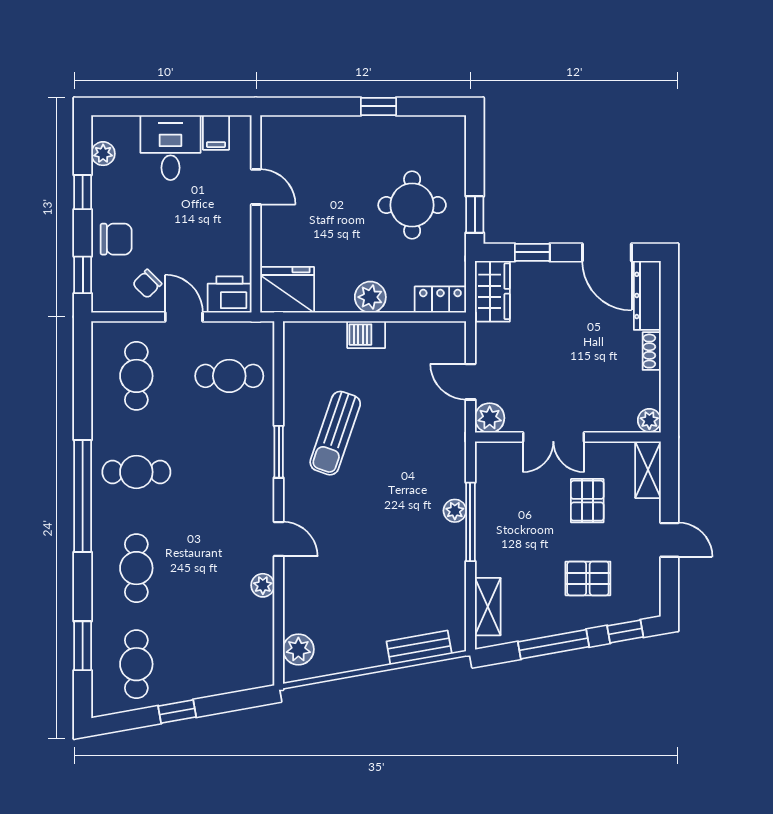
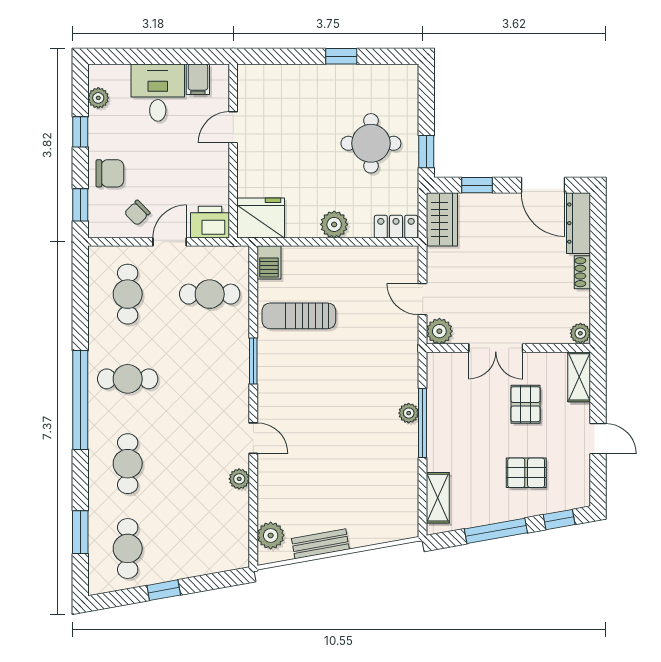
door: (256, 187) -> (233, 127), swing flipped
door: (184, 317) -> (170, 242), hinge flipped
barbecue: (366, 335) -> (269, 262), moved, turned -90
sun lounger: (335, 433) -> (299, 316), moved, turned 71
bench: (419, 647) -> (320, 544), moved

